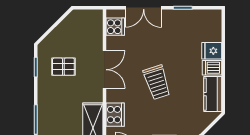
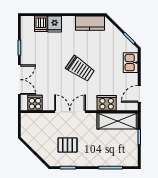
pallet: (63, 67) -> (68, 145), turned 90
dishwasher: (212, 68) -> (41, 24), moved
trolley: (157, 82) -> (80, 69), turned 52

